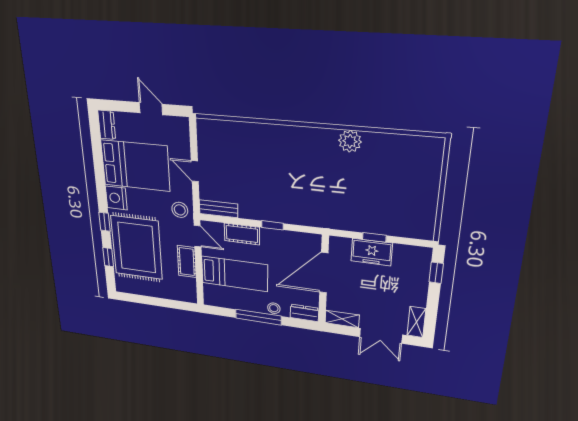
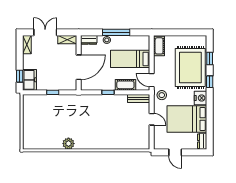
freezer: (372, 252) -> (30, 80), moved, turned 90
cot: (187, 262) -> (159, 46), moved

